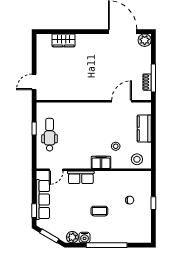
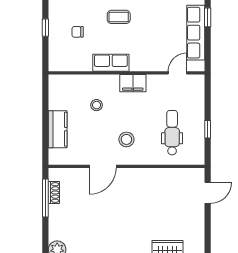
door: (122, 101) -> (103, 166), moved
dental chair: (50, 135) -> (172, 133), moved, turned 180
stool: (137, 159) -> (126, 139), moved
filing cabinet: (101, 162) -> (133, 83), moved
row of seats: (81, 177) -> (111, 63), moved

